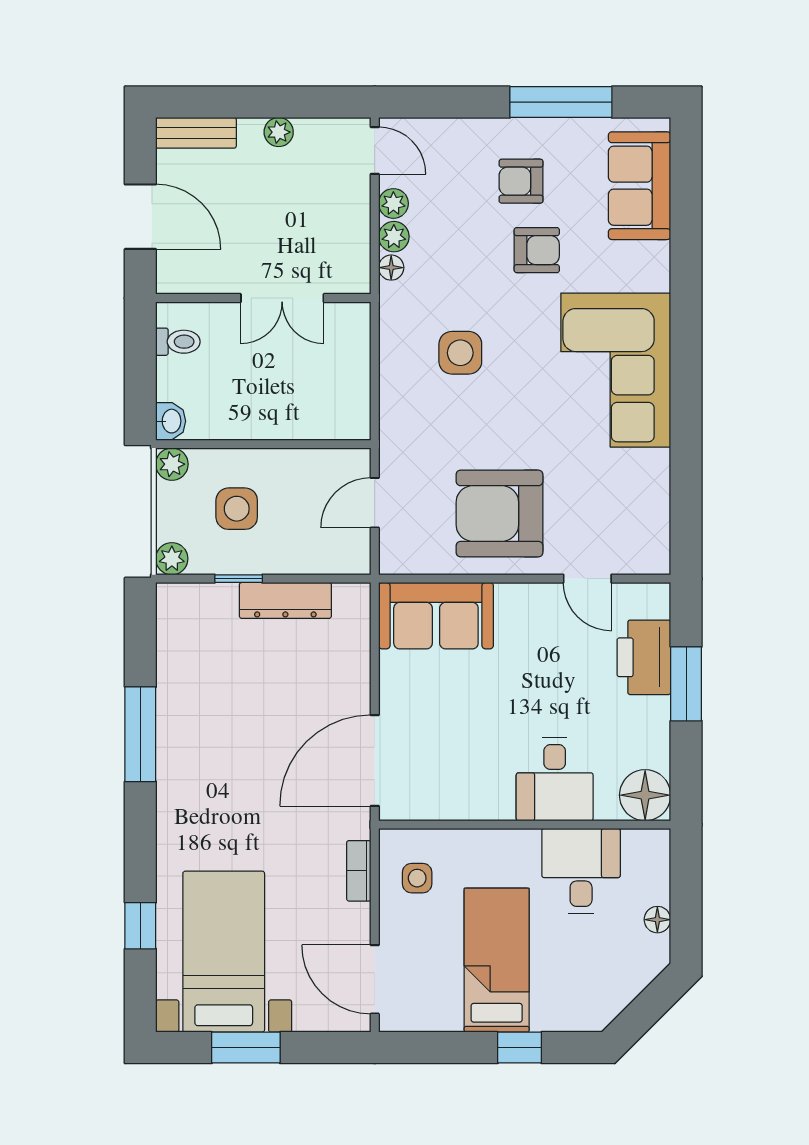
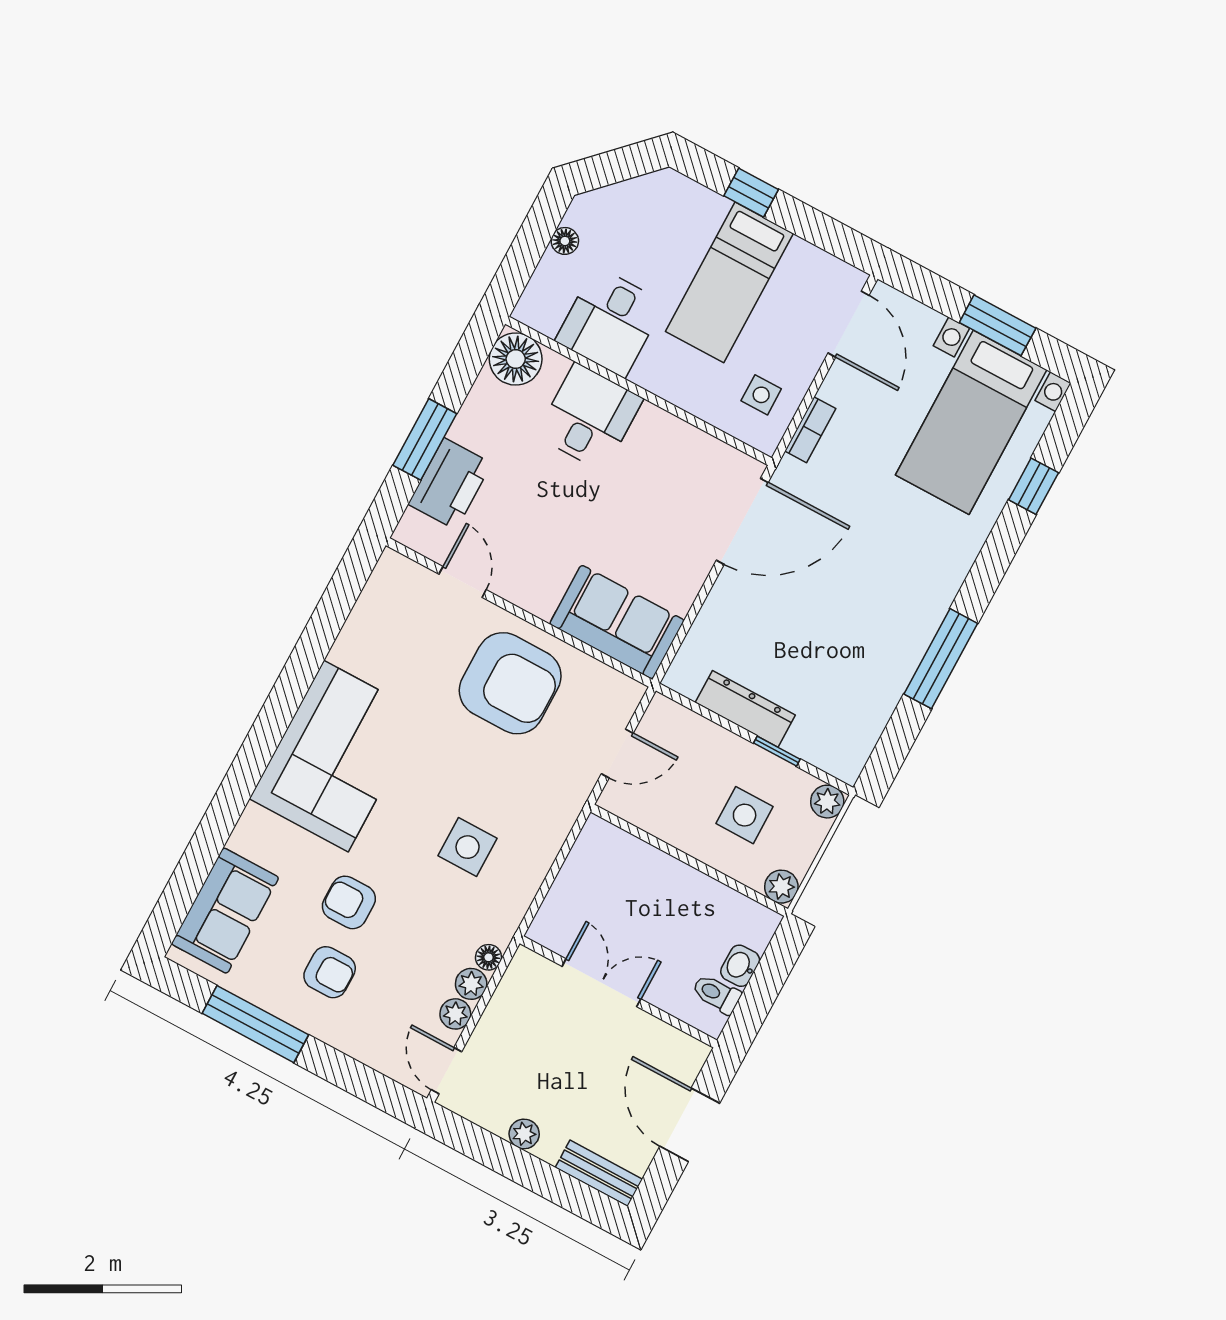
washbasin: (171, 421) -> (740, 966), moved

